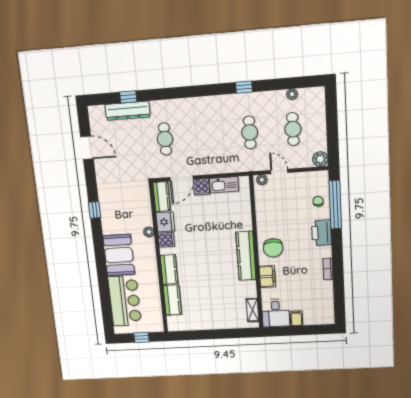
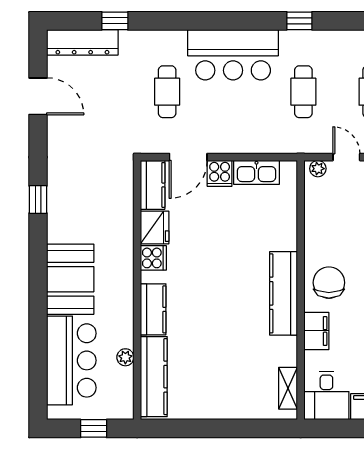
dresser: (128, 111) -> (82, 42), moved
bar counter: (204, 112) -> (233, 55), added
plant: (149, 232) -> (125, 357), moved
chair: (273, 248) -> (329, 283), turned 180
kitchen counter: (172, 300) -> (154, 377), width x1.50

